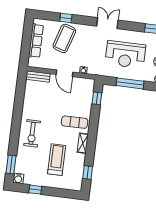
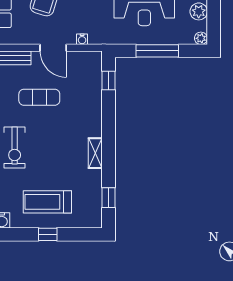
exercise mat: (75, 122) -> (39, 97), moved
treadmill: (57, 160) -> (47, 202), moved, turned -90
window: (35, 190) -> (48, 234), moved

